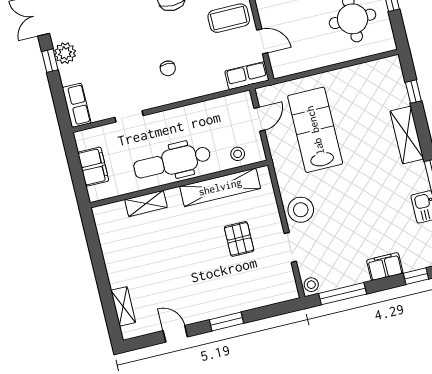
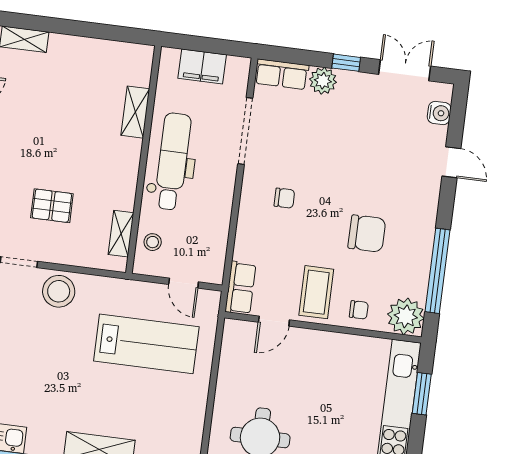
plant: (65, 53) -> (323, 81), moved
chair: (168, 68) -> (284, 198), turned 180
doorway: (129, 116) -> (245, 131), width x1.88
shelving: (220, 187) -> (121, 234), width x0.45, depth x0.75

